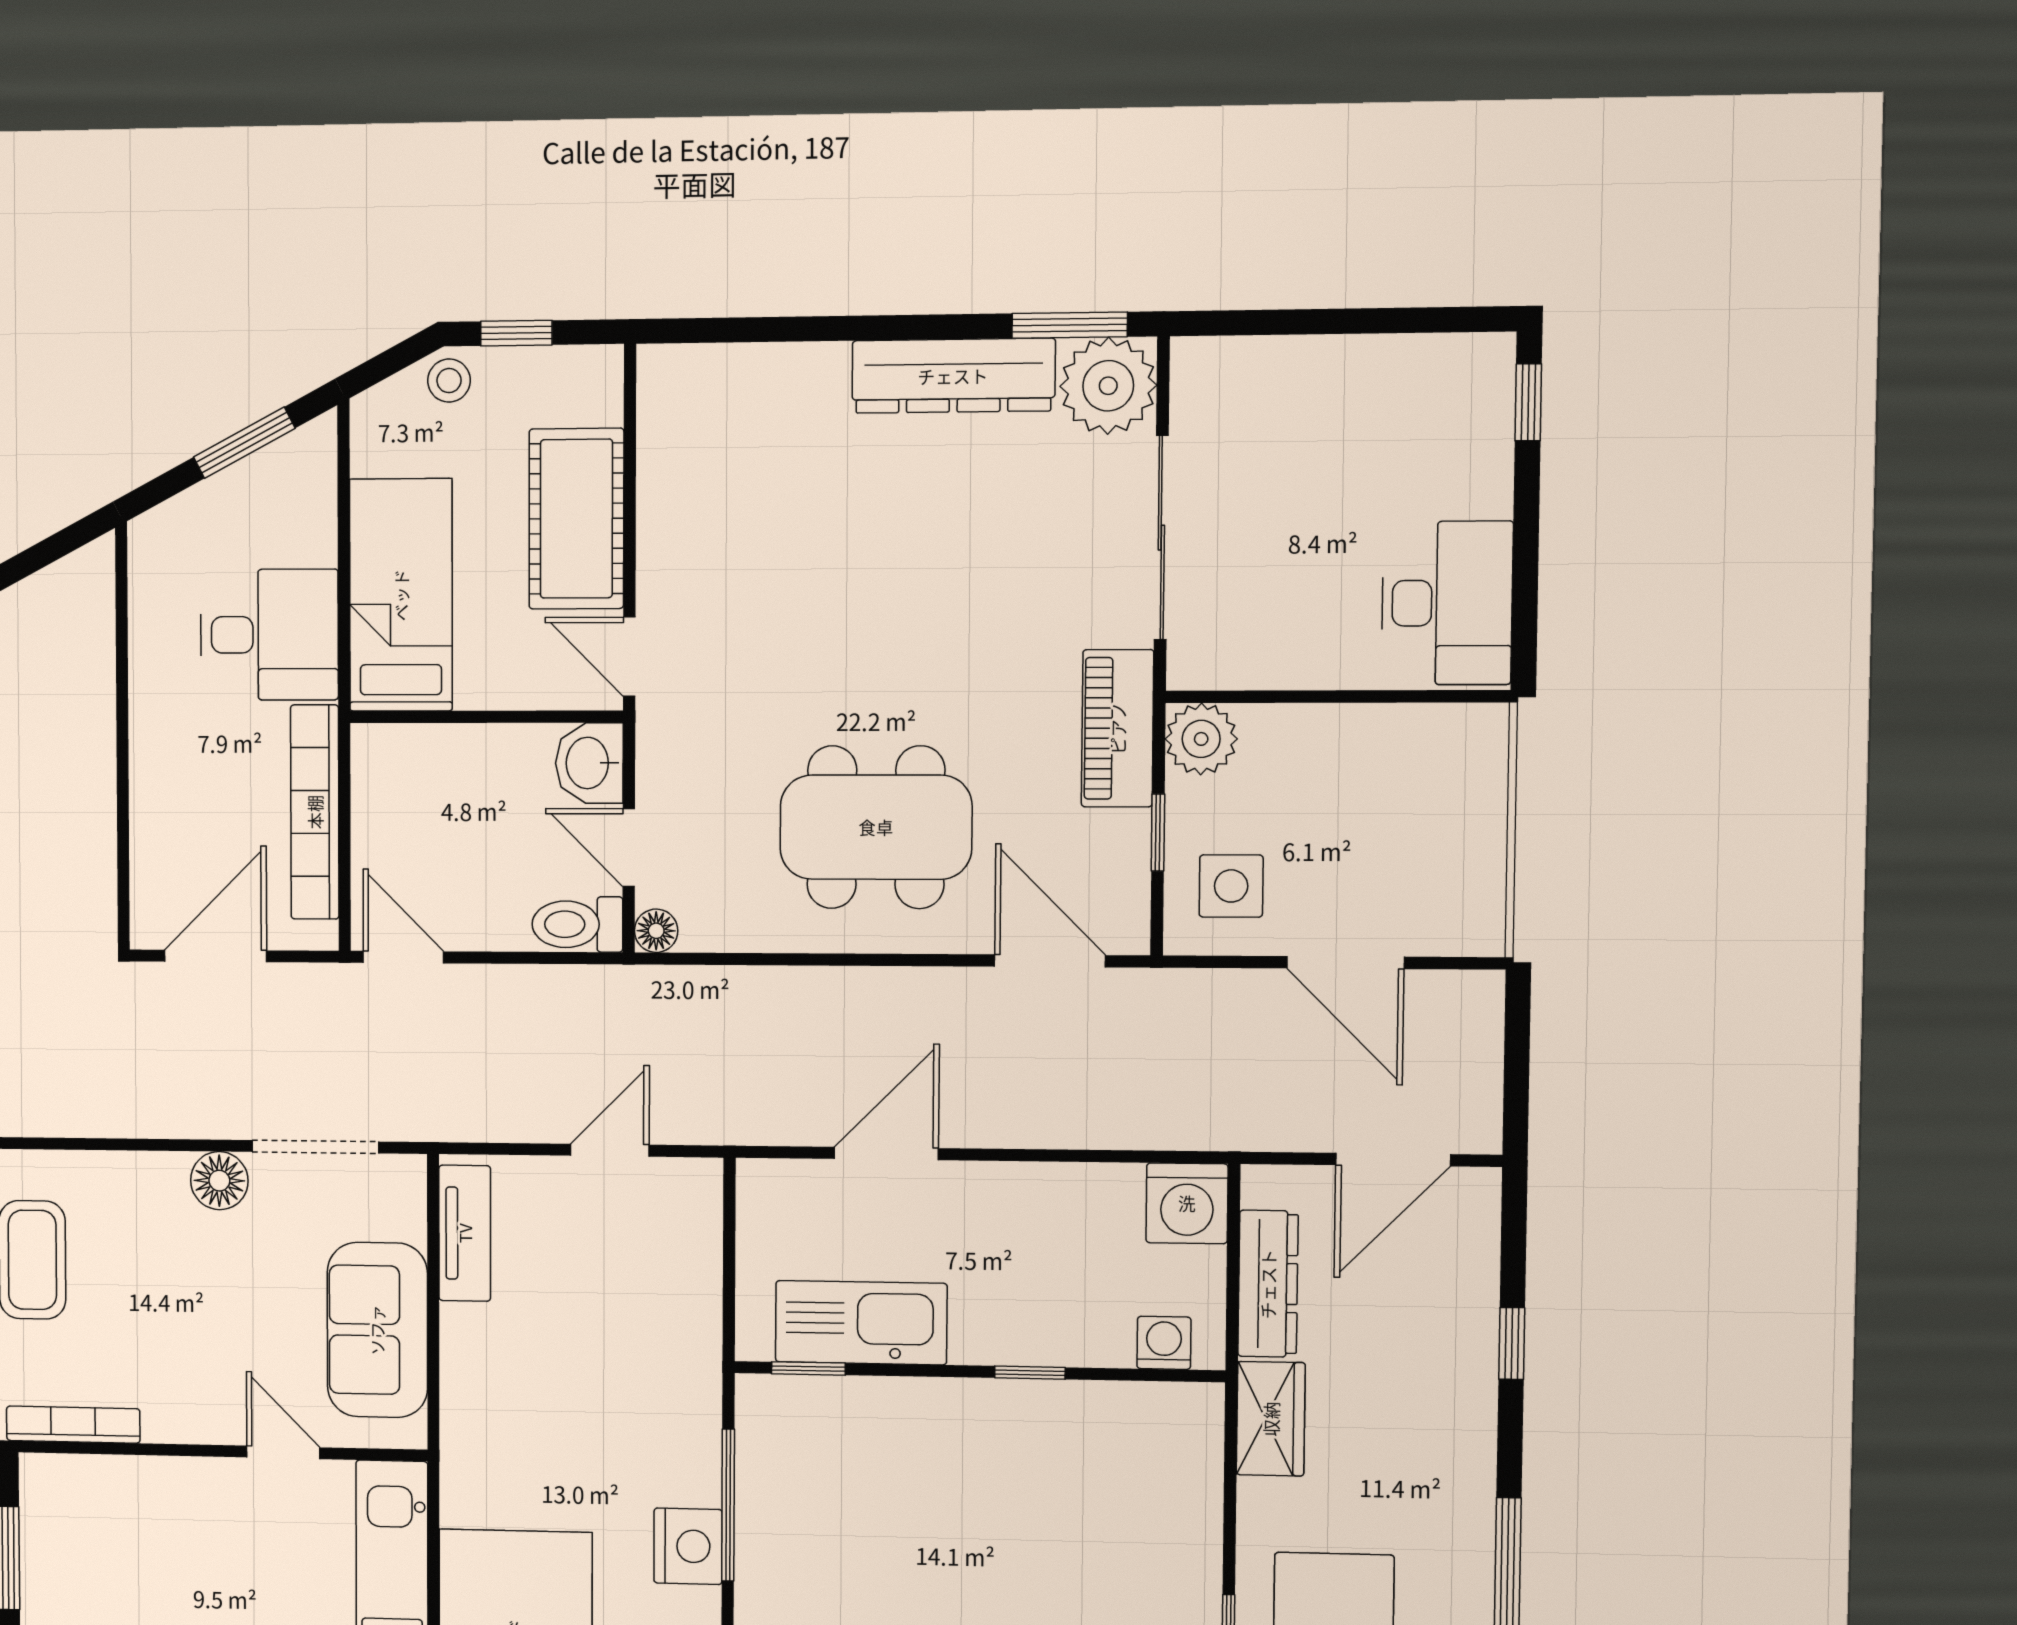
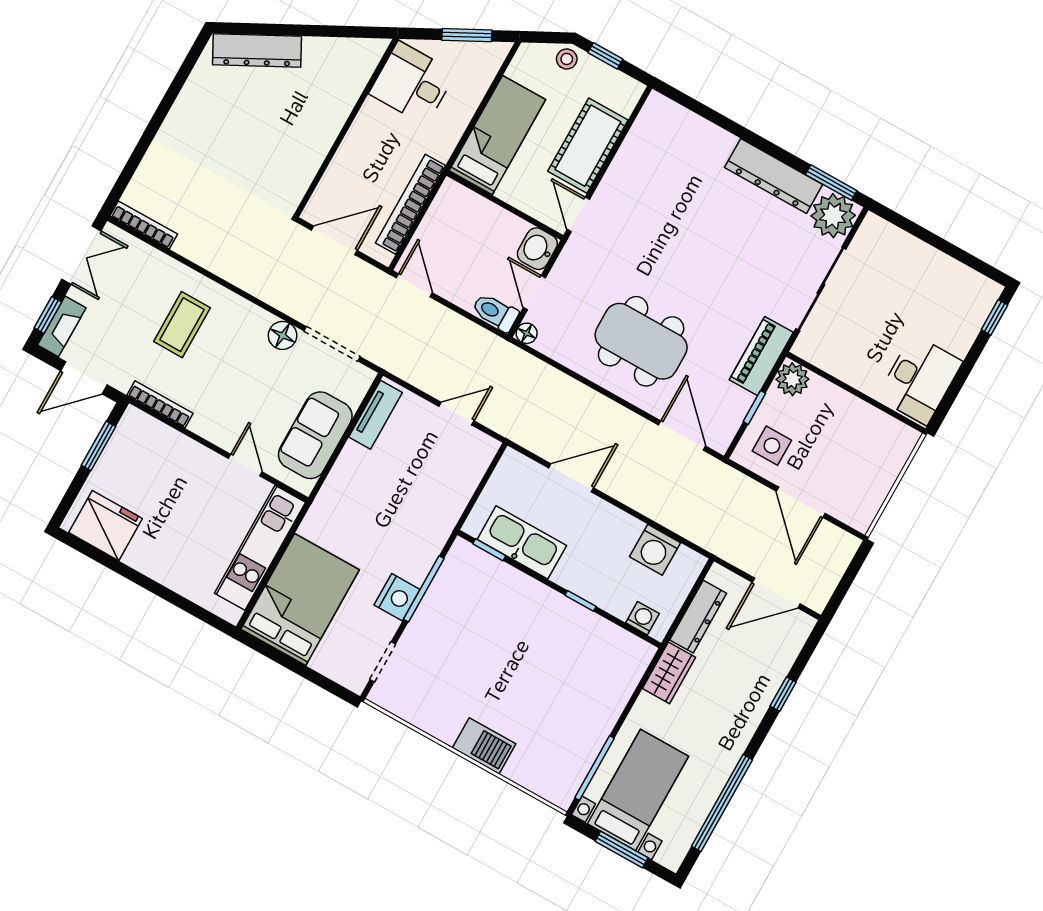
desk: (269, 635) -> (412, 83), moved, turned 180
washing machine: (1187, 1203) -> (655, 550), moved

